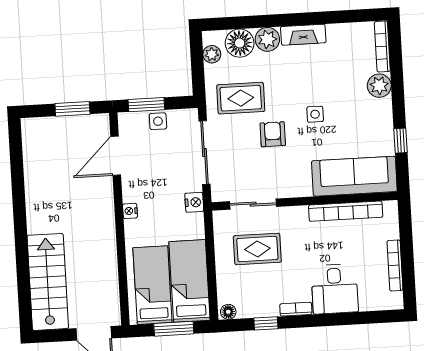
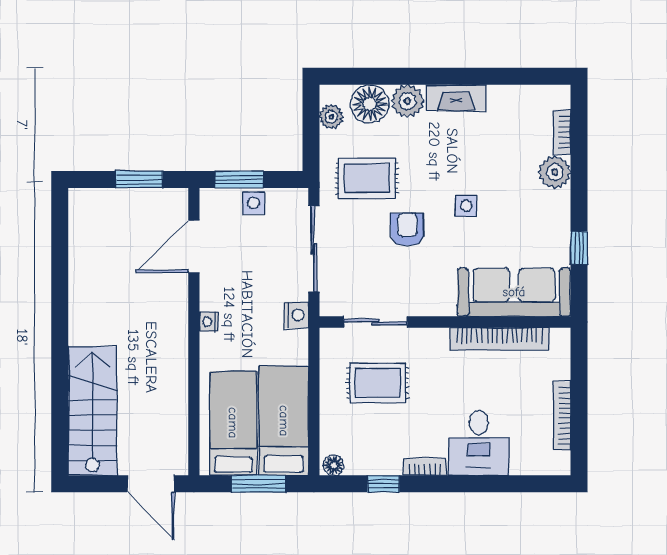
bookcase: (382, 46) -> (562, 132), width x0.64

